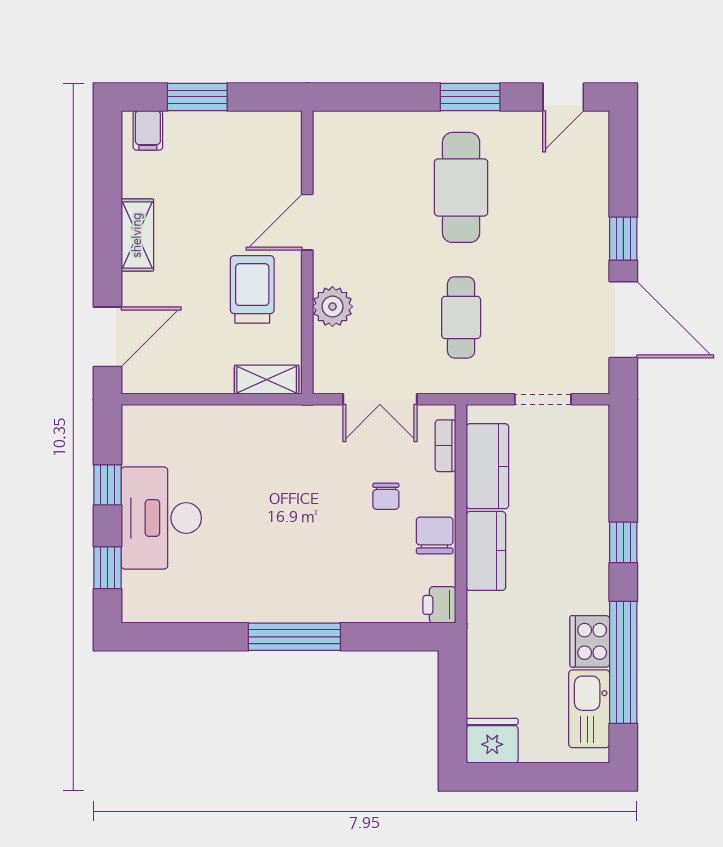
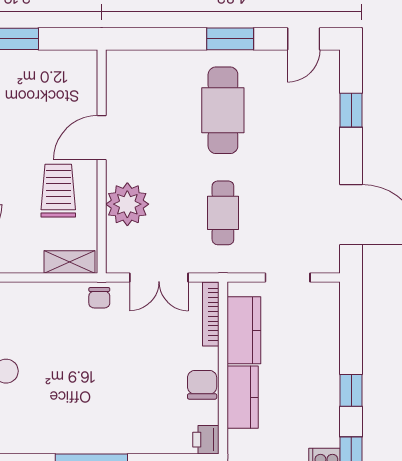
window: (623, 239) -> (351, 110), moved
plant: (332, 307) -> (127, 204), width x1.36, depth x1.36
bookcase: (446, 446) -> (211, 314), width x1.56
chair: (386, 496) -> (99, 298), moved

